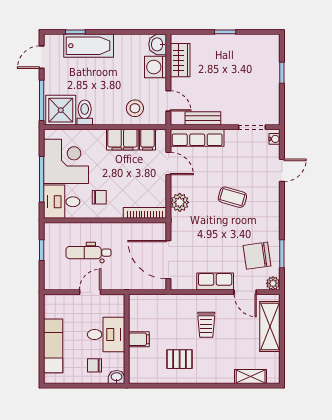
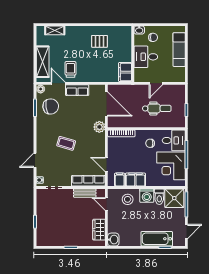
washing machine: (156, 67) -> (147, 196), moved, turned 90
plant: (180, 202) -> (99, 127), moved
trolley: (206, 325) -> (70, 69), moved
filing cabinet: (139, 339) -> (125, 72), moved, width x2.00

